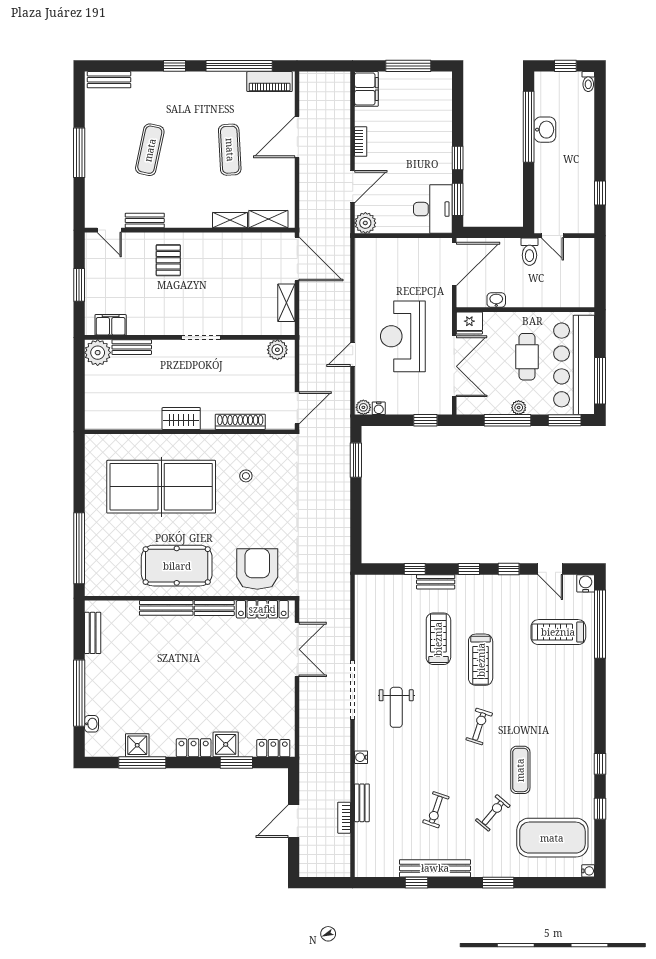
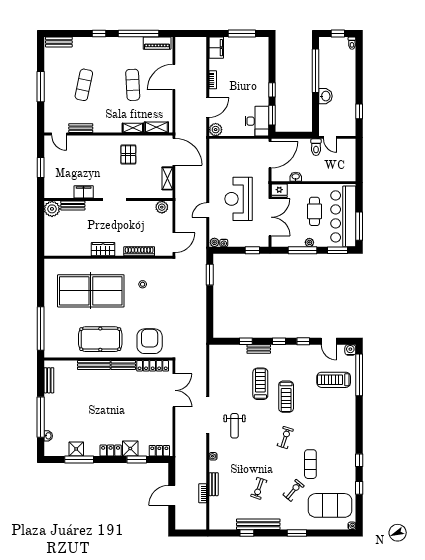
washbasin: (545, 130) -> (325, 96), moved
pallet: (168, 260) -> (128, 154), moved
filing cabinet: (111, 325) -> (84, 192), moved

